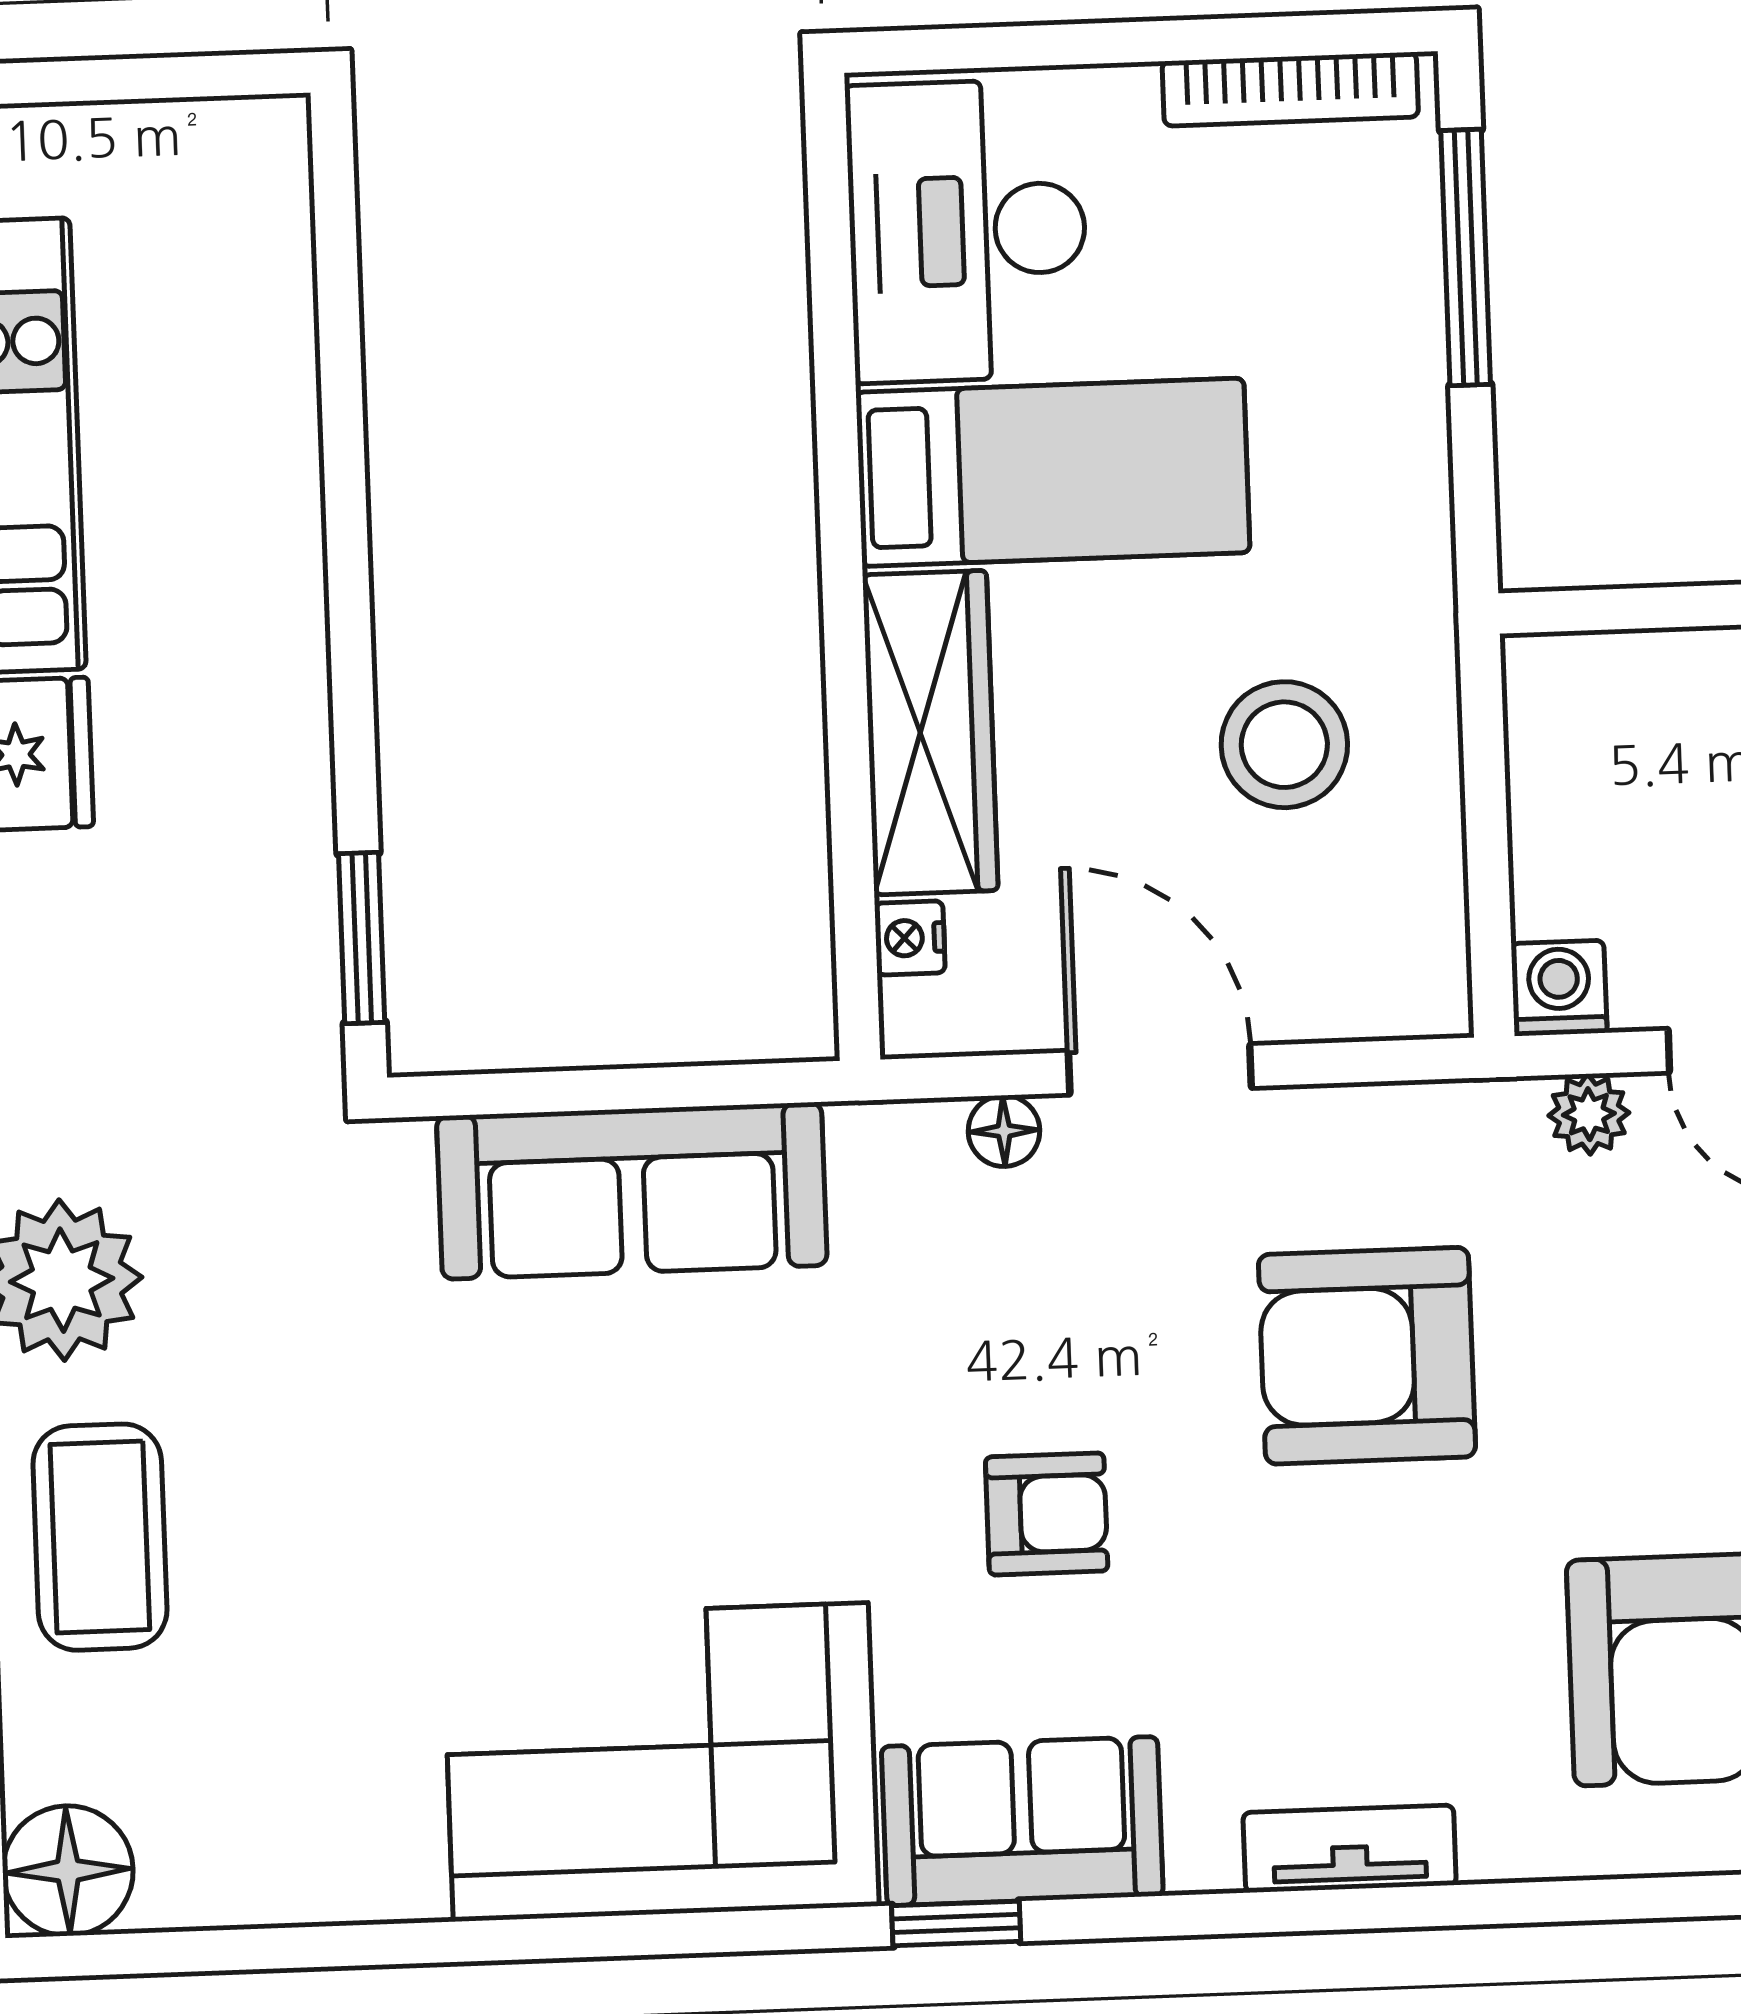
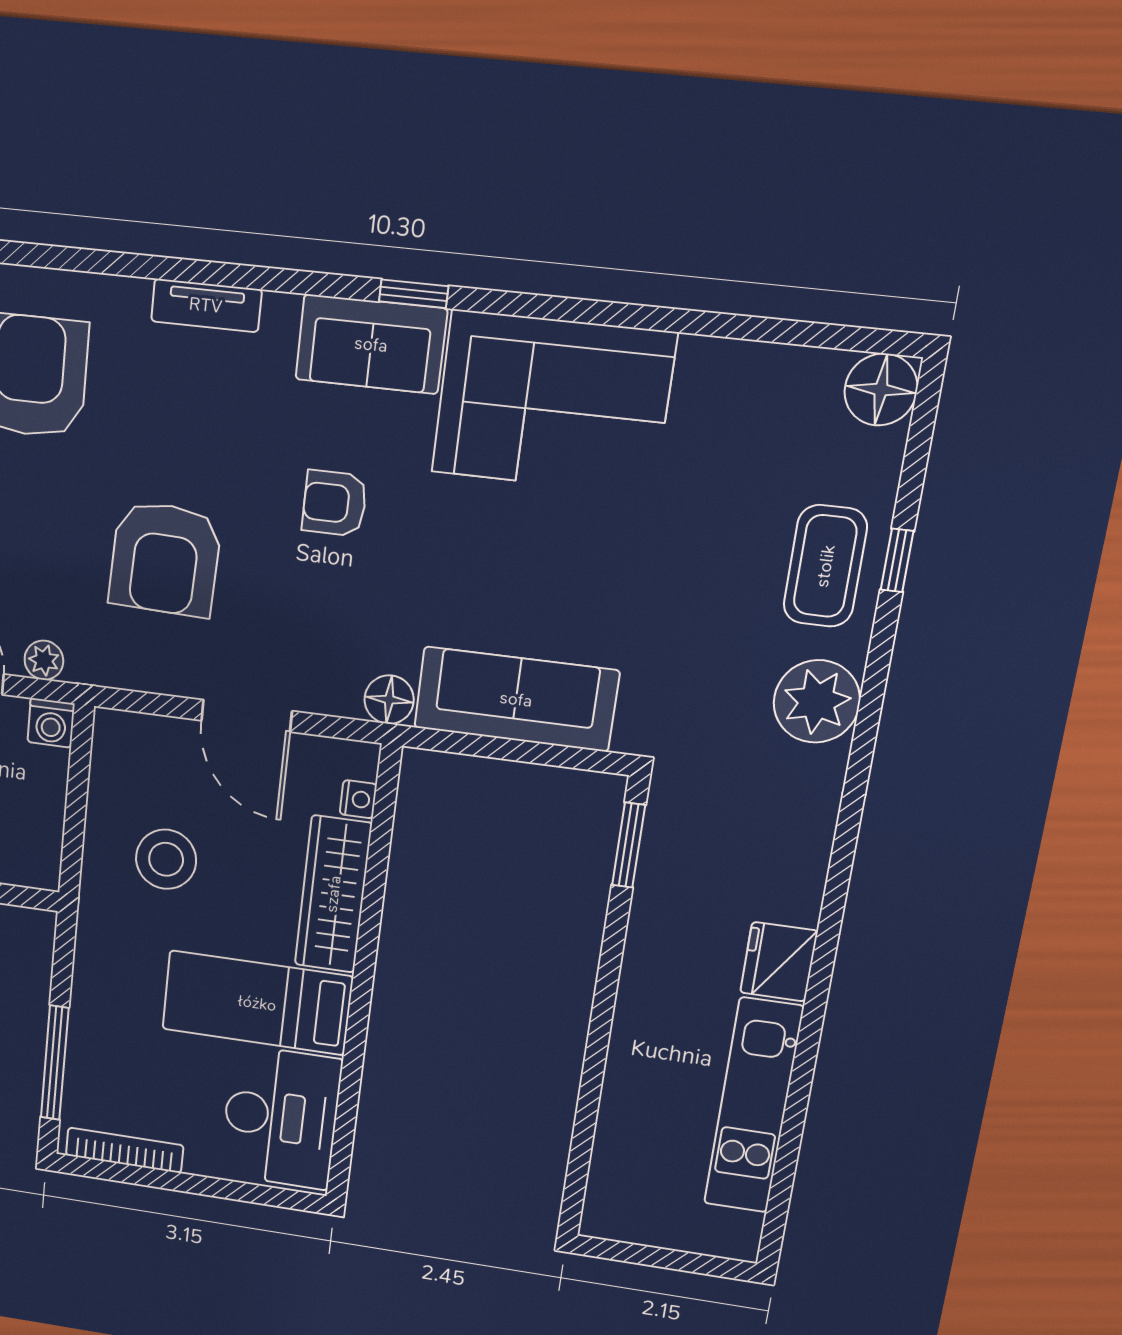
floor lamp: (1004, 1131) -> (389, 700), moved, width x1.37, depth x1.37
armchair: (1367, 1356) -> (165, 559), turned 92

